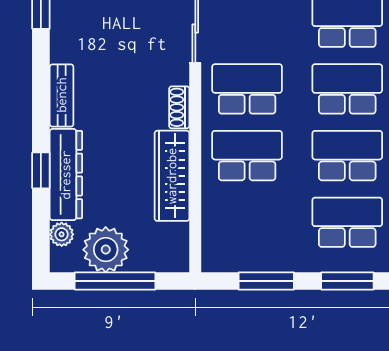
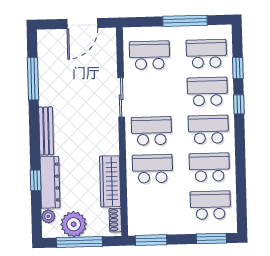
bench: (62, 95) -> (46, 131), width x1.36
shoe rack: (179, 107) -> (115, 220), moved
window: (266, 281) -> (151, 240), moved

